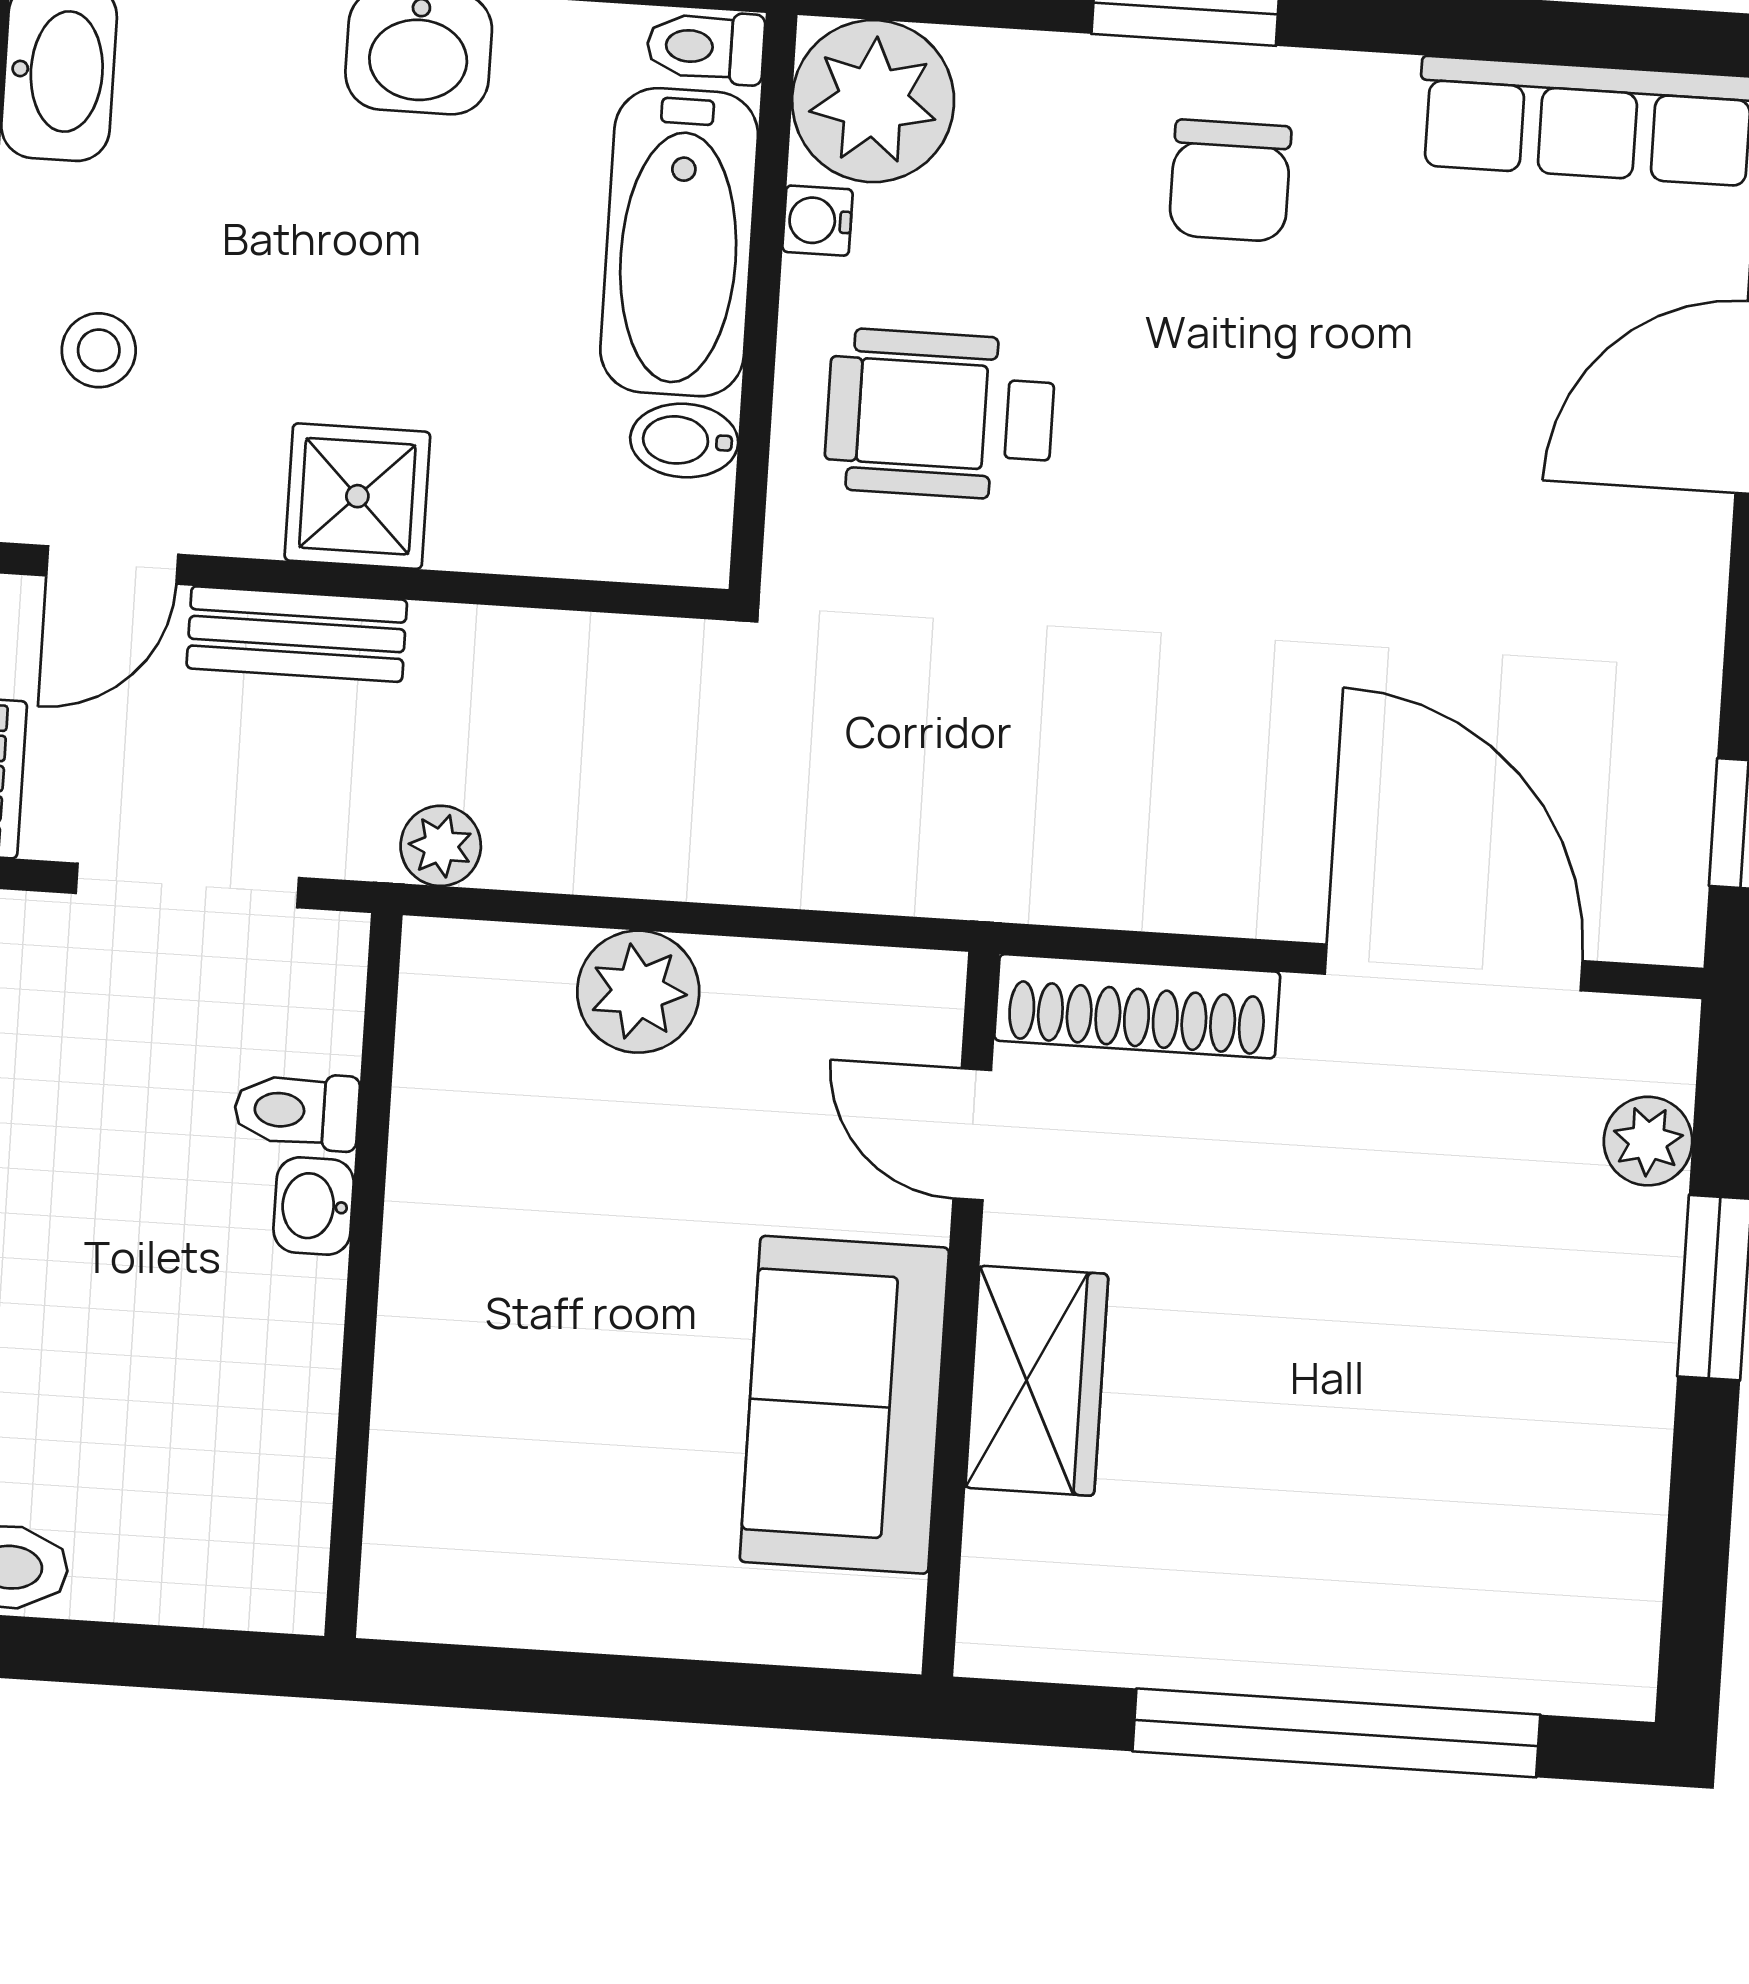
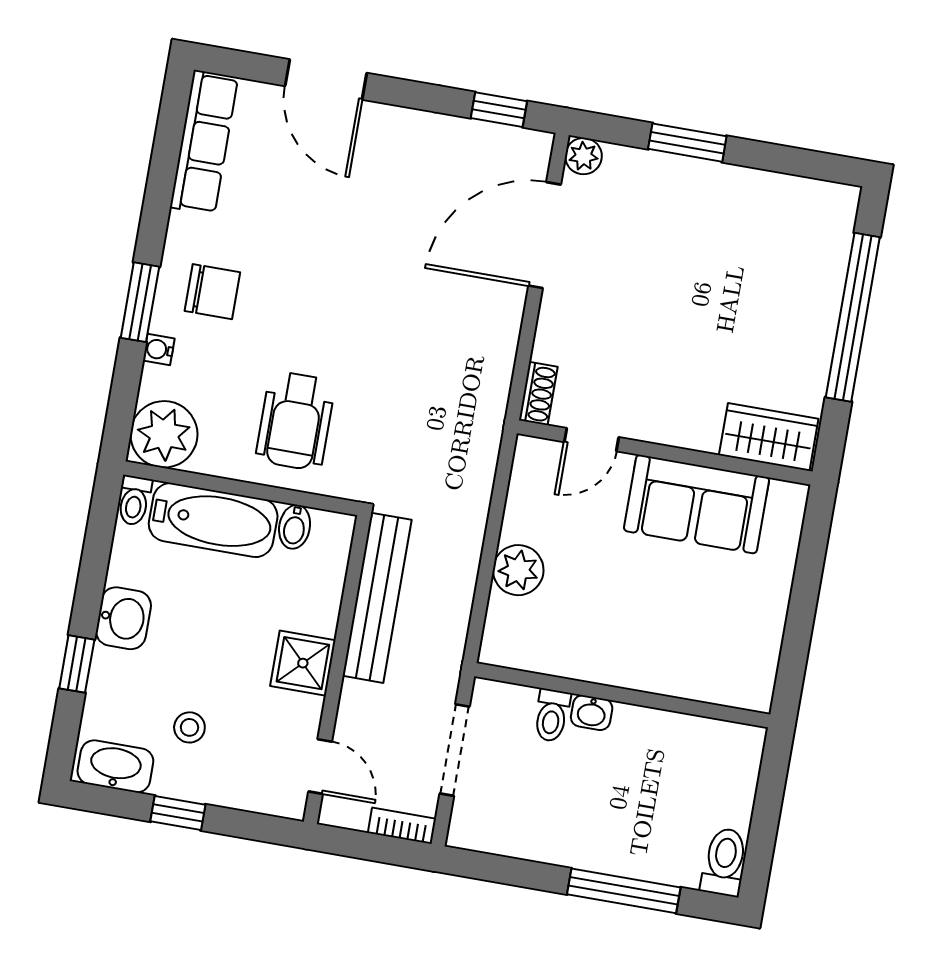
water cooler: (817, 221) -> (159, 349), moved, turned 90
stool: (99, 350) -> (189, 727), moved
bench: (297, 634) -> (377, 598), moved, width x1.86, depth x1.21
plant: (441, 846) -> (450, 645), removed
shoe rack: (1137, 1006) -> (538, 394), width x0.51, depth x0.81
plant: (1648, 1141) -> (583, 156), moved
wardrobe: (1037, 1381) -> (769, 437), moved

